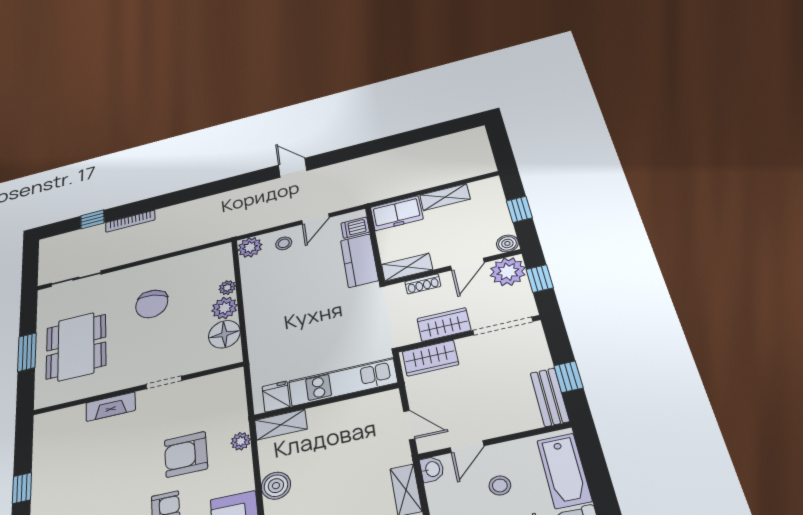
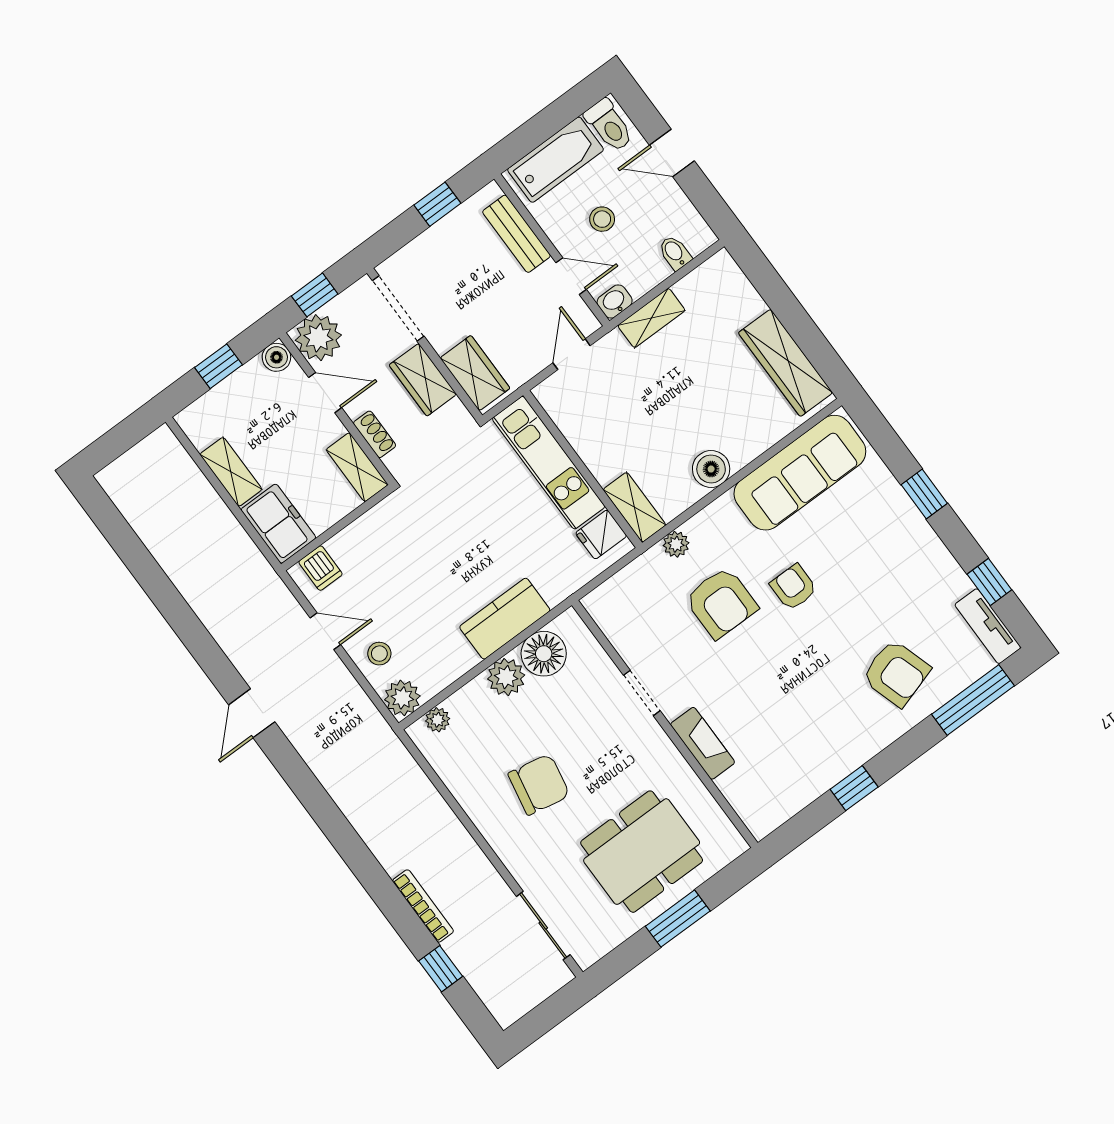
kitchen counter: (359, 260) -> (505, 619), moved, turned 180
plant: (227, 288) -> (438, 720), moved
bench: (550, 397) -> (516, 234), moved, turned 90

